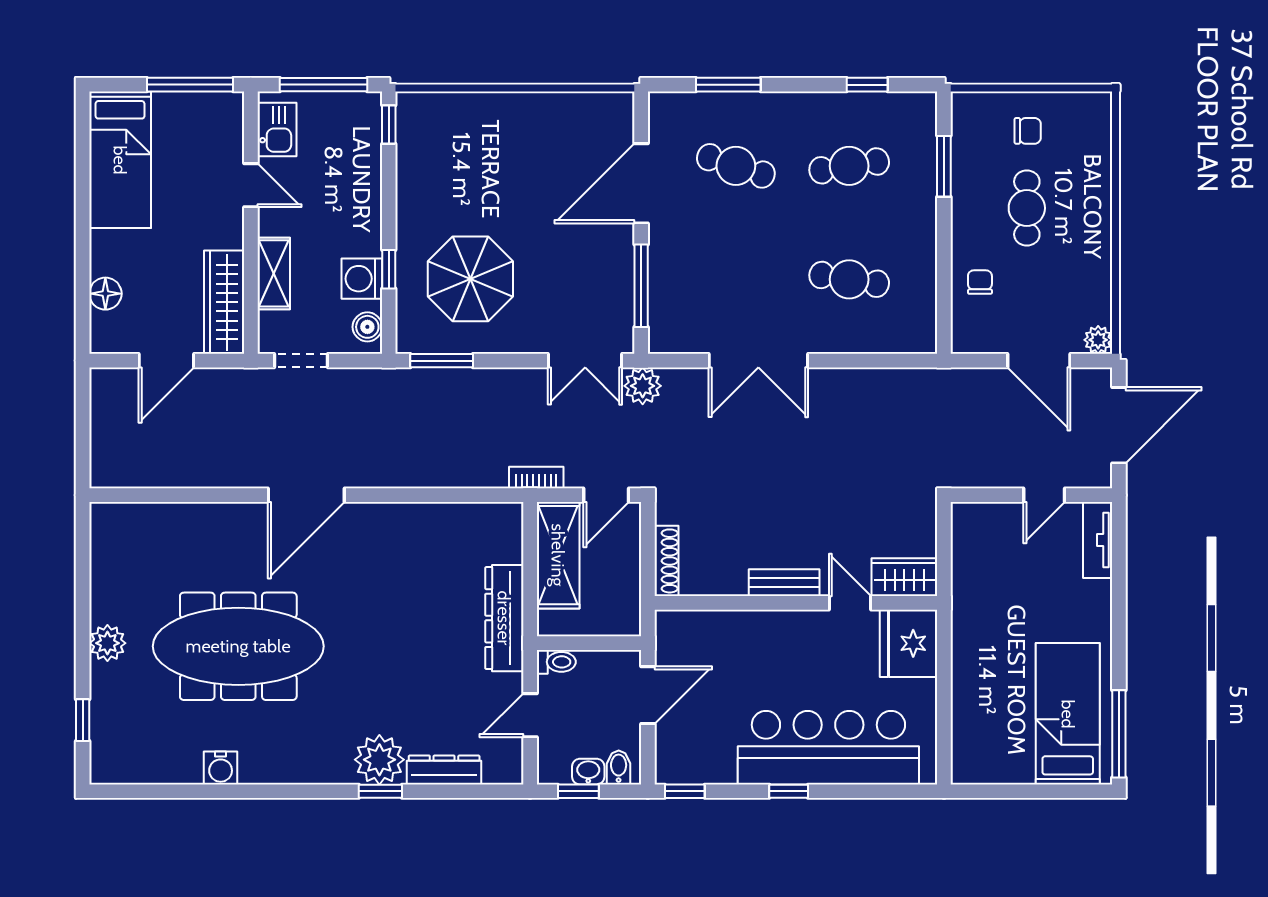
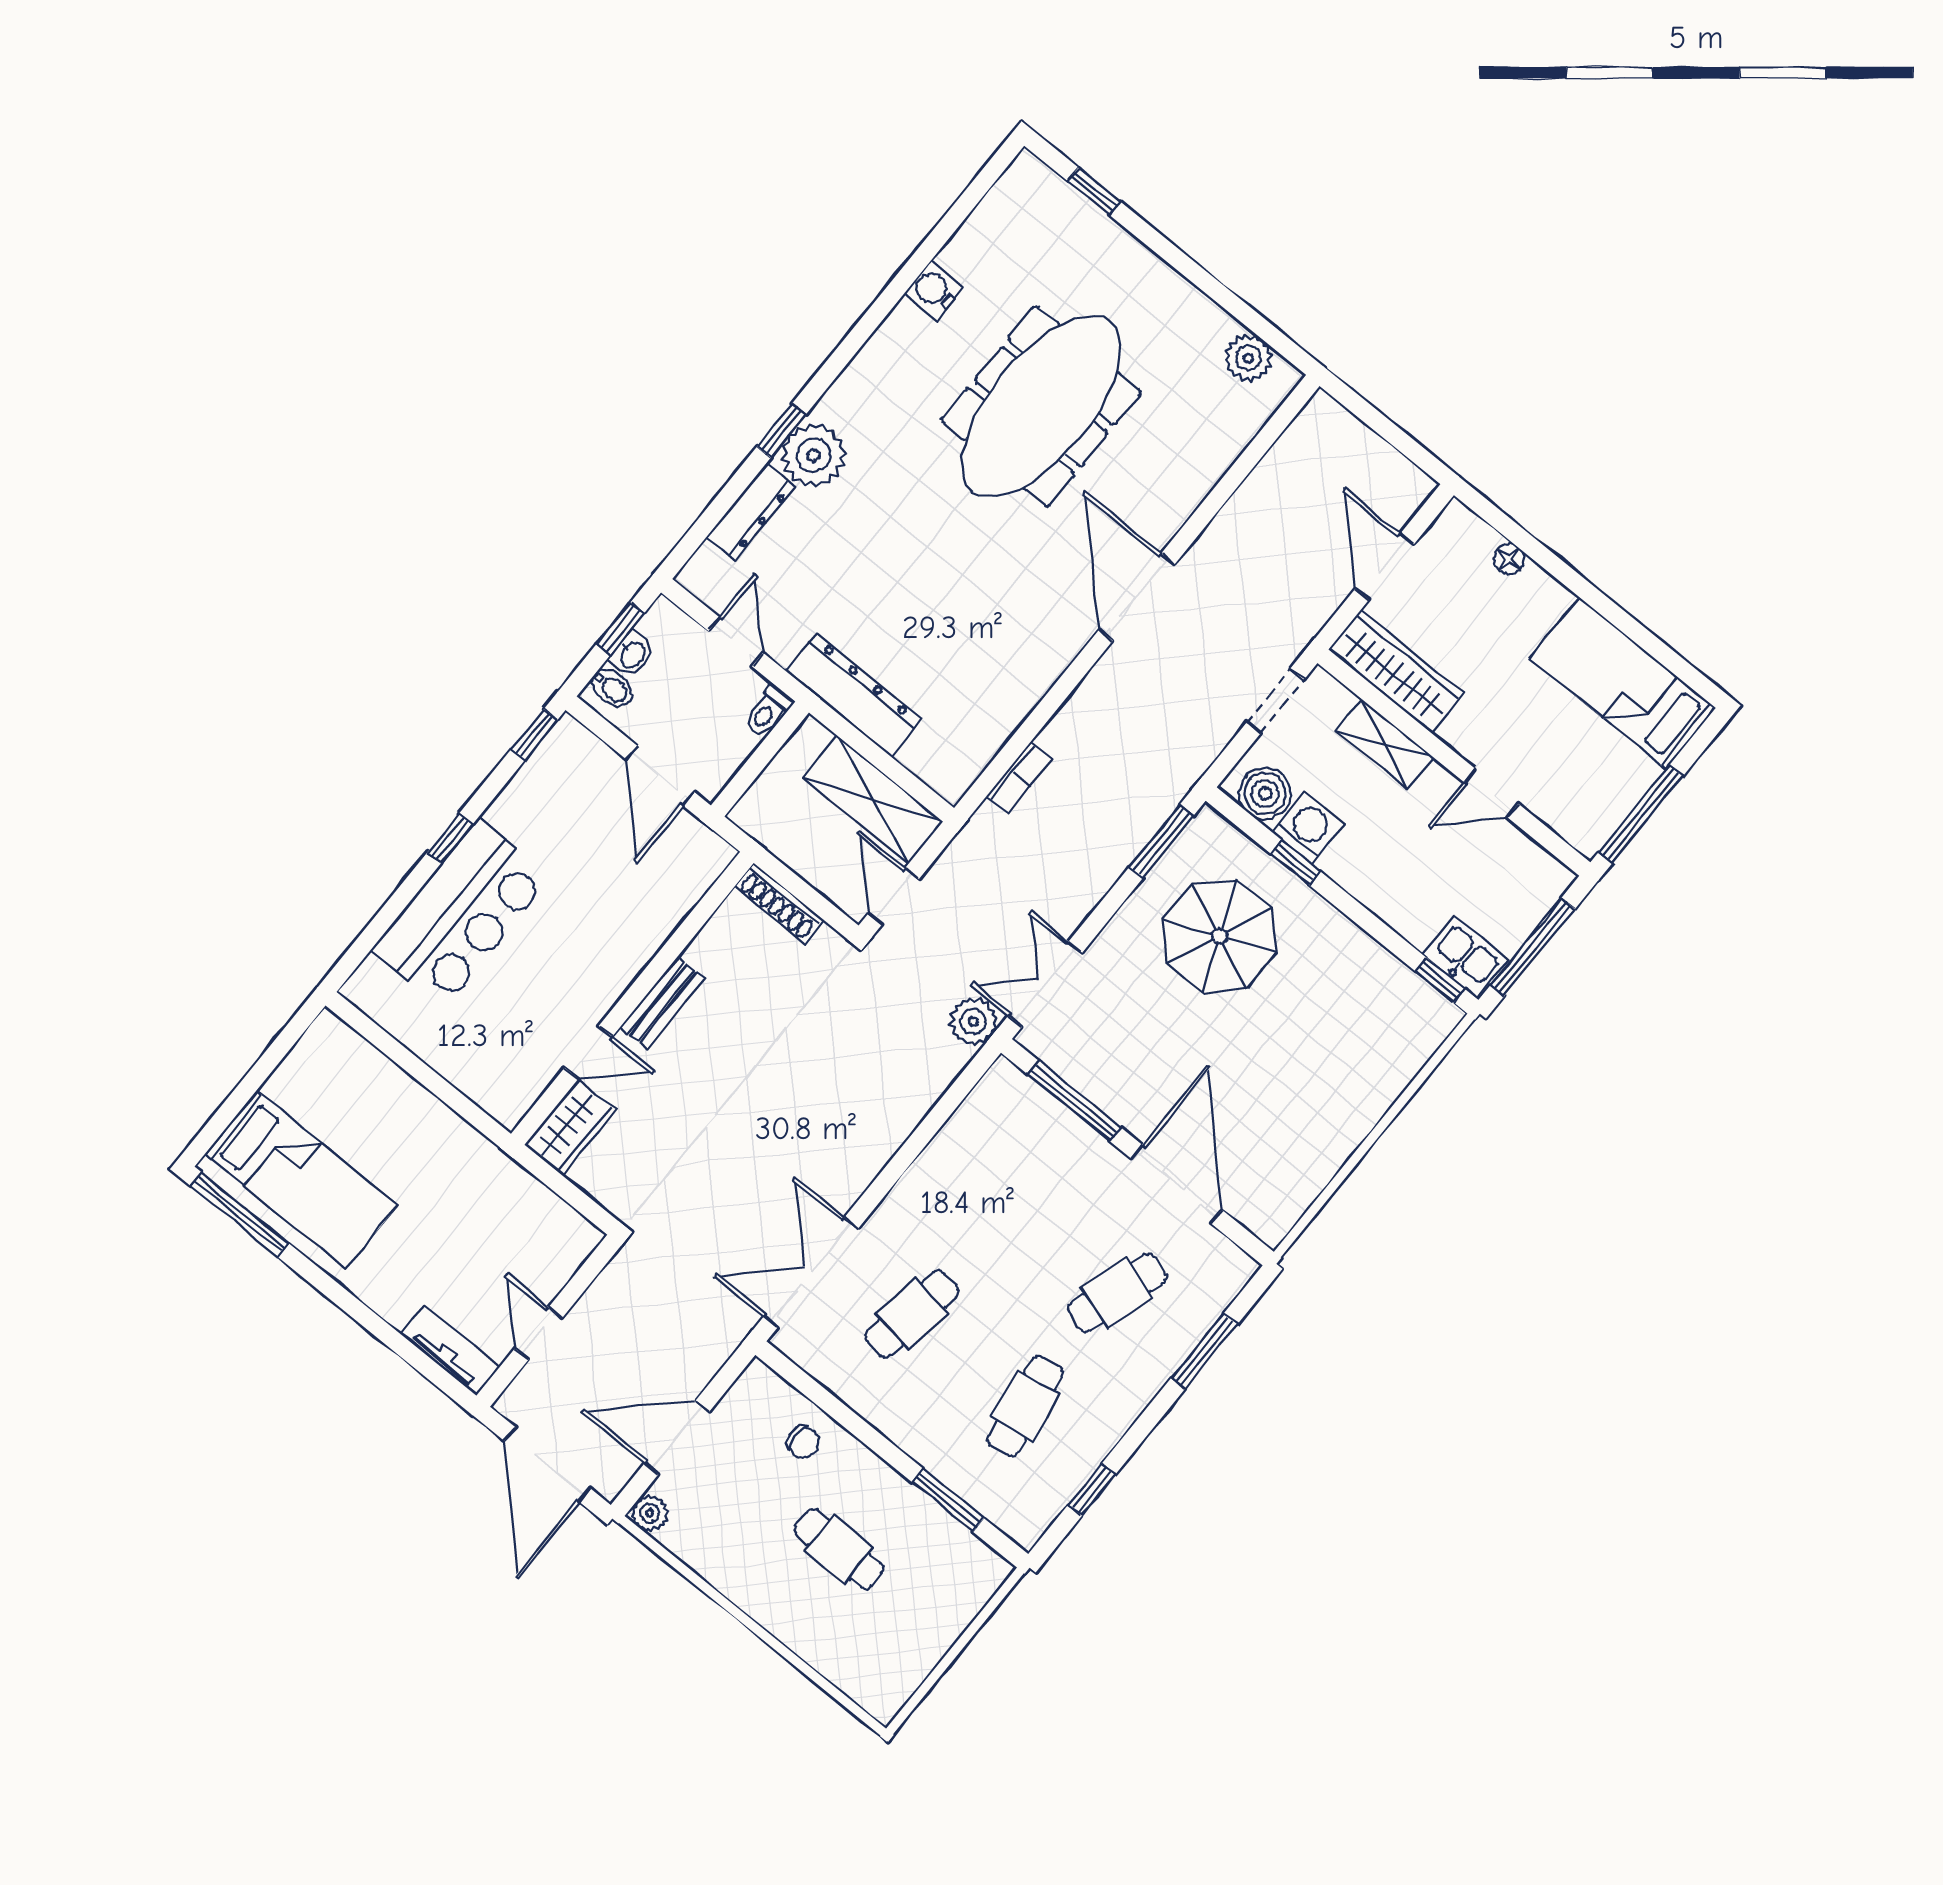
kitchen sink: (277, 129) -> (1465, 957), moved, turned 180
chair: (1028, 131) -> (915, 1613), removed
floor lamp: (105, 294) -> (1509, 559), width x0.73, depth x0.73
boiler: (367, 327) -> (1265, 793), width x1.36, depth x1.36
double door: (758, 361) -> (811, 1273), moved
bookcase: (536, 478) -> (1019, 778), moved
plant: (107, 643) -> (1248, 358), moved
fridge: (909, 643) -> (500, 1078), removed
bar counter: (828, 748) -> (461, 913), width x0.73

